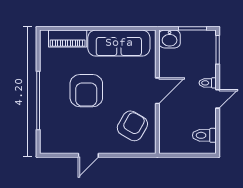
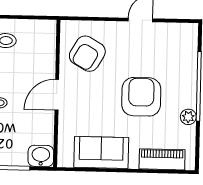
sofa: (119, 43) -> (101, 152), width x0.73
plant: (46, 75) -> (188, 117), added

